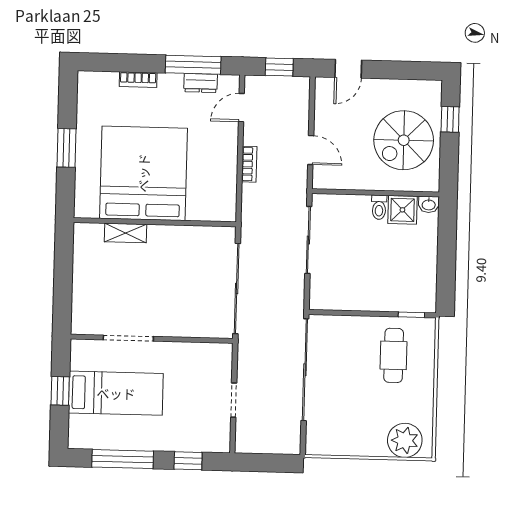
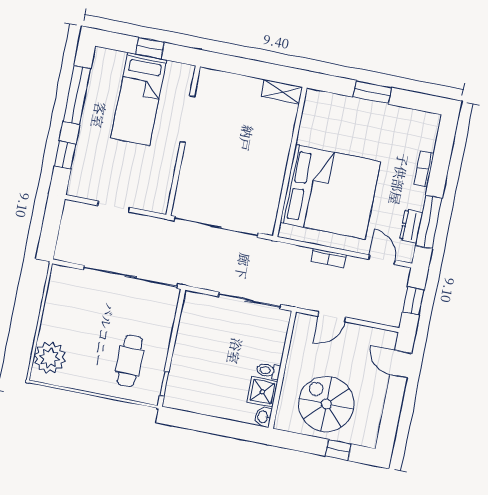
bed: (143, 173) -> (330, 192), moved
shelving: (126, 233) -> (282, 92), moved, turned 90
cafe table: (394, 355) -> (130, 361), turned 90

